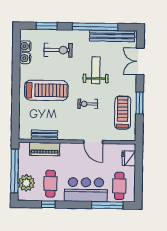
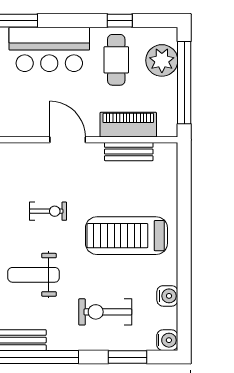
water cooler: (25, 46) -> (167, 340), moved
weight bench: (96, 70) -> (34, 275), turned 90
door: (93, 142) -> (68, 140), moved

